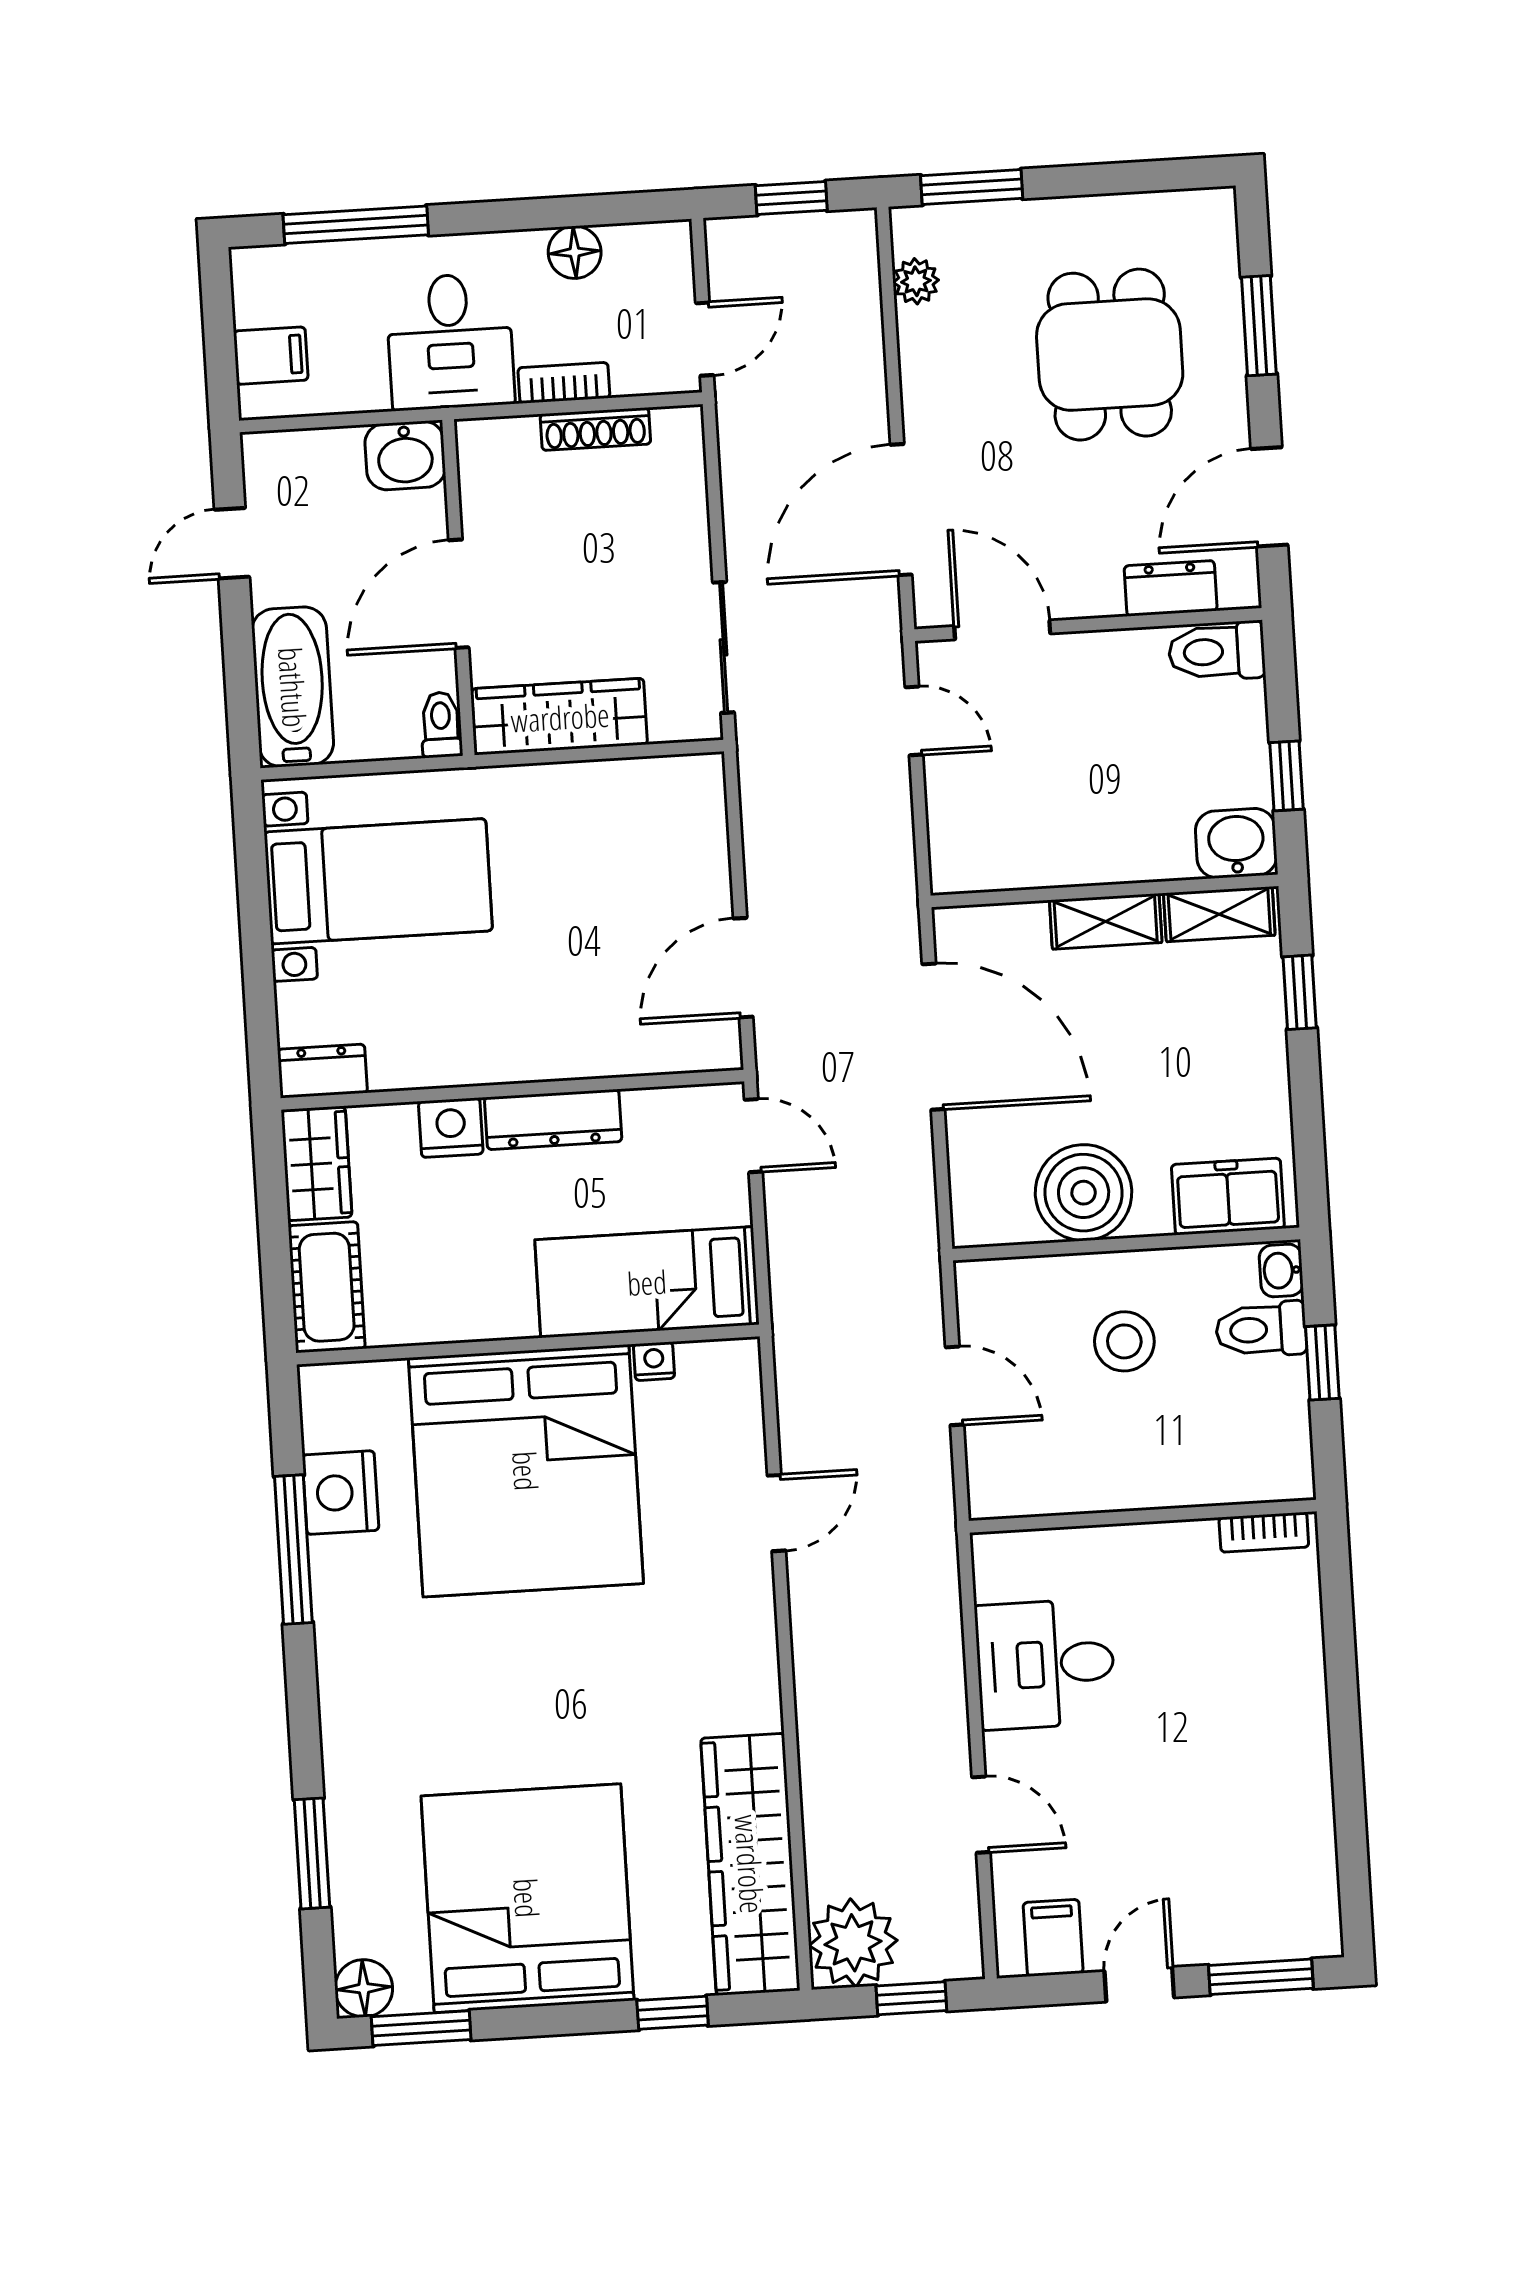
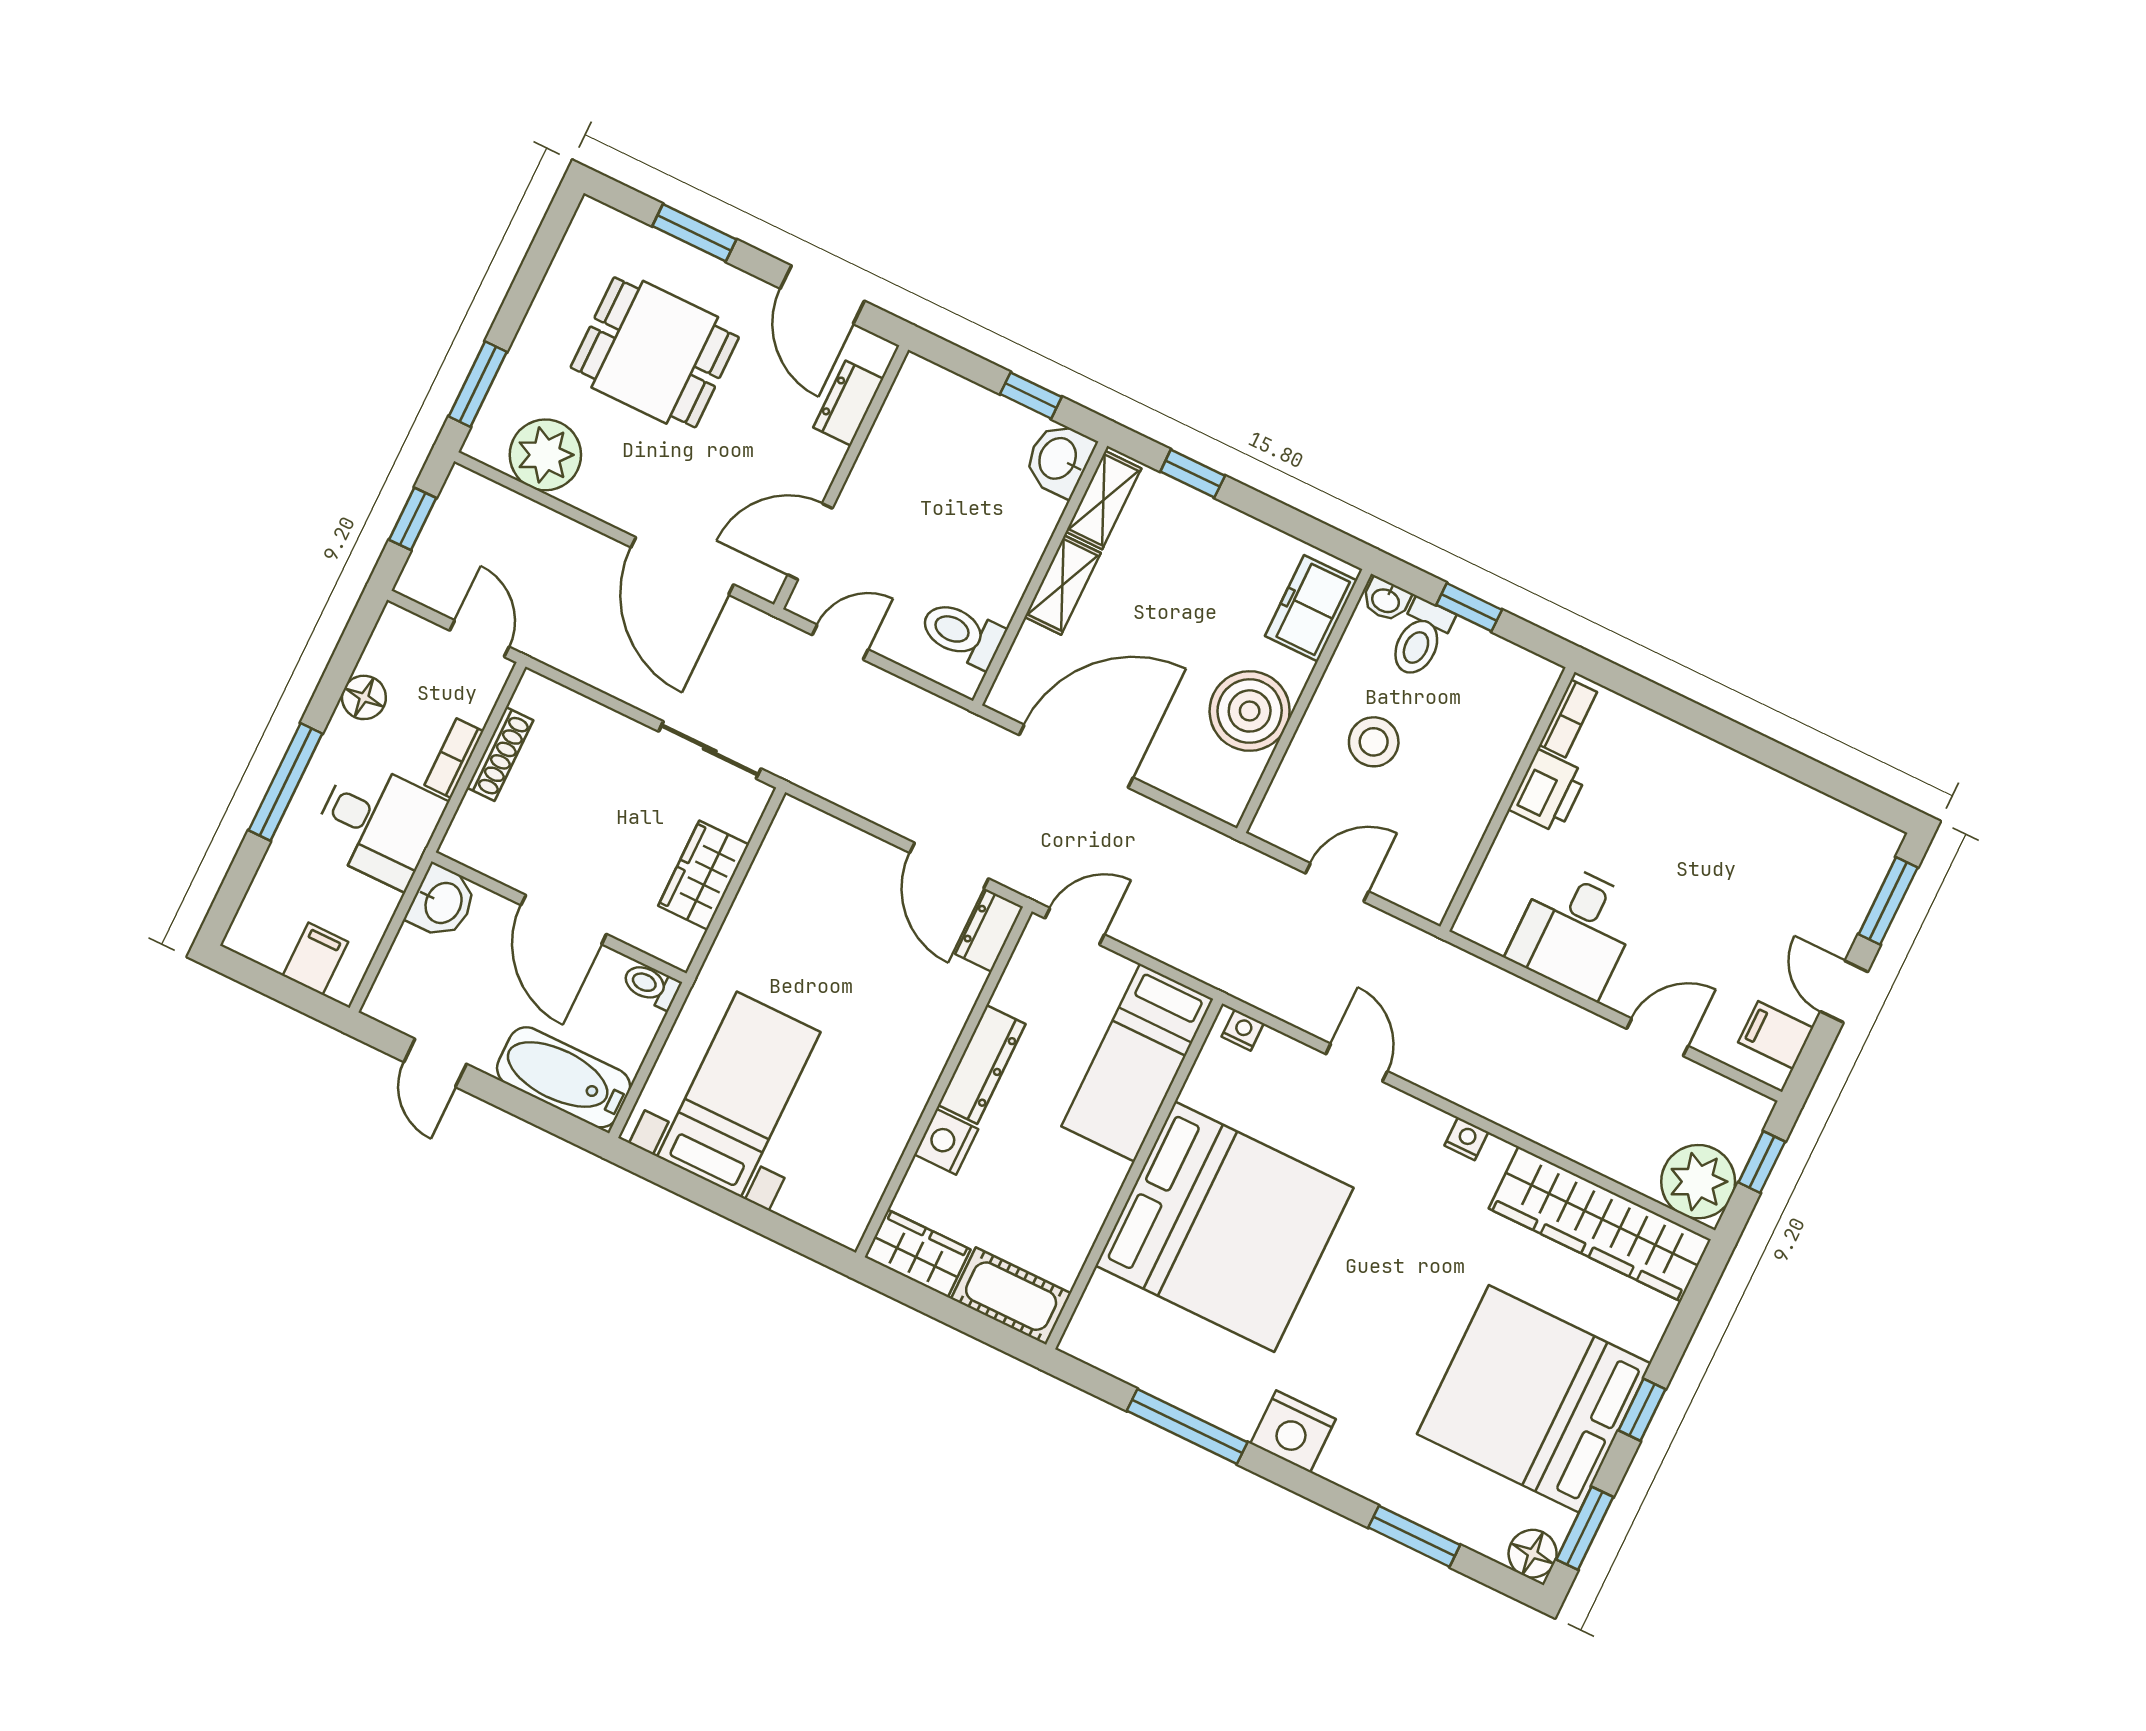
window: (356, 225) -> (285, 782), moved
plant: (916, 281) -> (545, 455), width x1.88, depth x1.88
toilet: (1217, 651) -> (962, 634), moved, turned 90
wardrobe: (560, 717) -> (704, 875), width x0.67
dresser: (322, 1071) -> (989, 931), moved
nightstand: (654, 1361) -> (1243, 1030), moved, turned 90
nightstand: (340, 1493) -> (1293, 1431), moved
printer: (1175, 1554) -> (1548, 791), added
nightstand: (761, 1674) -> (1466, 1139), added
window: (673, 2013) -> (1642, 1410), moved

